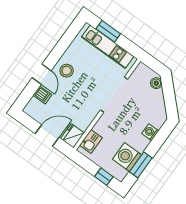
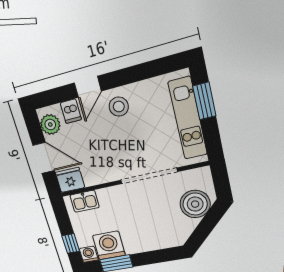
boiler: (156, 83) -> (195, 204), width x1.86, depth x1.86
plant: (36, 112) -> (50, 125), added
washing machine: (150, 132) -> (89, 254), moved

